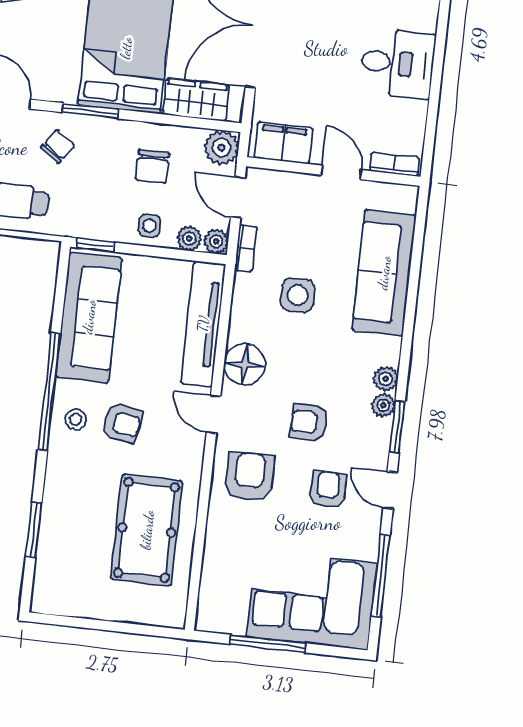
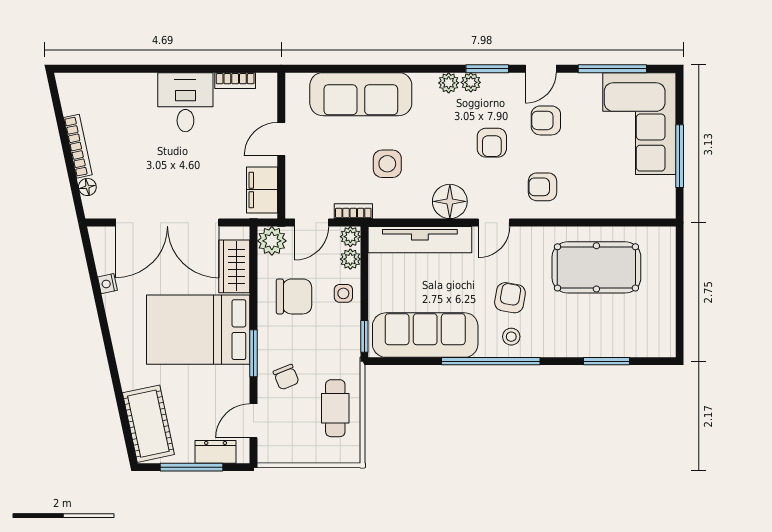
chair: (58, 146) -> (286, 377), turned -148
bookcase: (395, 164) -> (235, 81), moved, turned -90
chair: (152, 166) -> (294, 296), width x1.37, depth x1.37
armchair: (250, 477) -> (543, 187), width x0.72, depth x0.72

